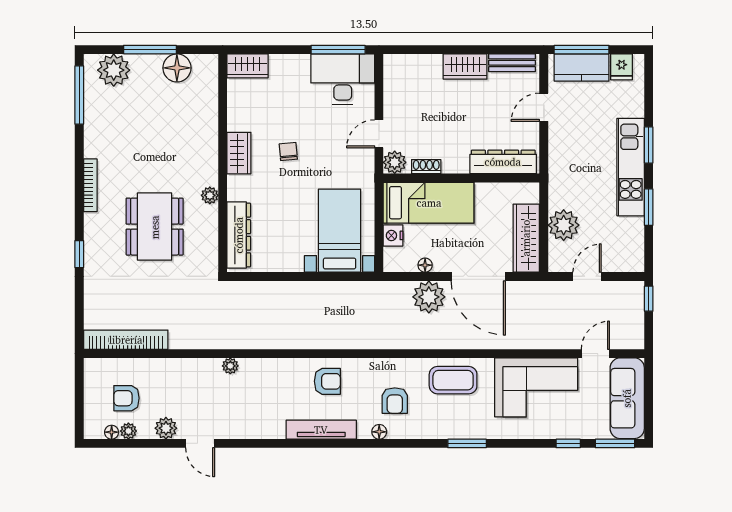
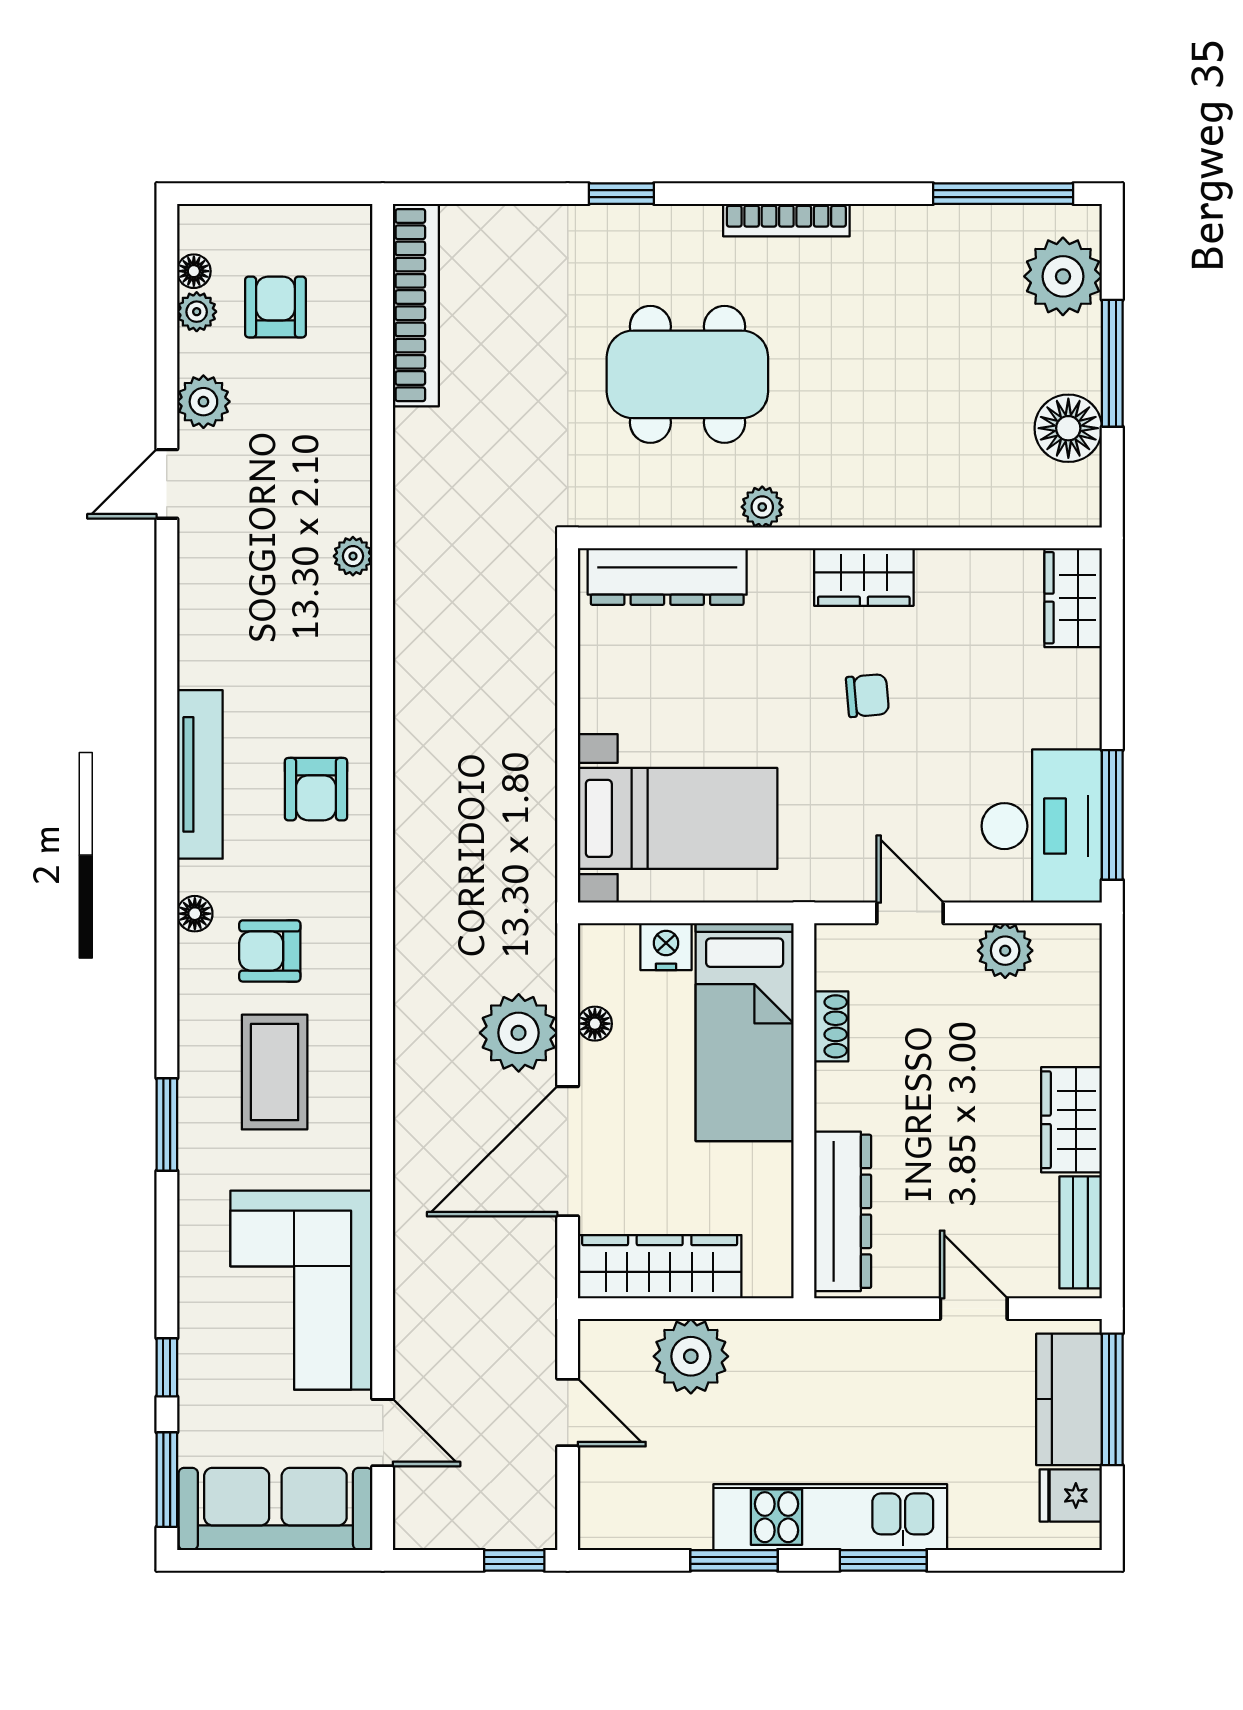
plant: (395, 162) -> (1005, 951), moved
coffee table: (453, 380) -> (275, 1072), moved

